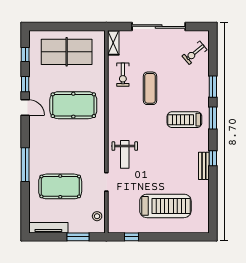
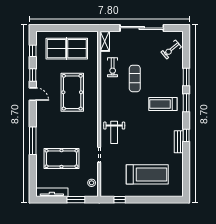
pool table: (73, 105) -> (72, 92), turned 90

